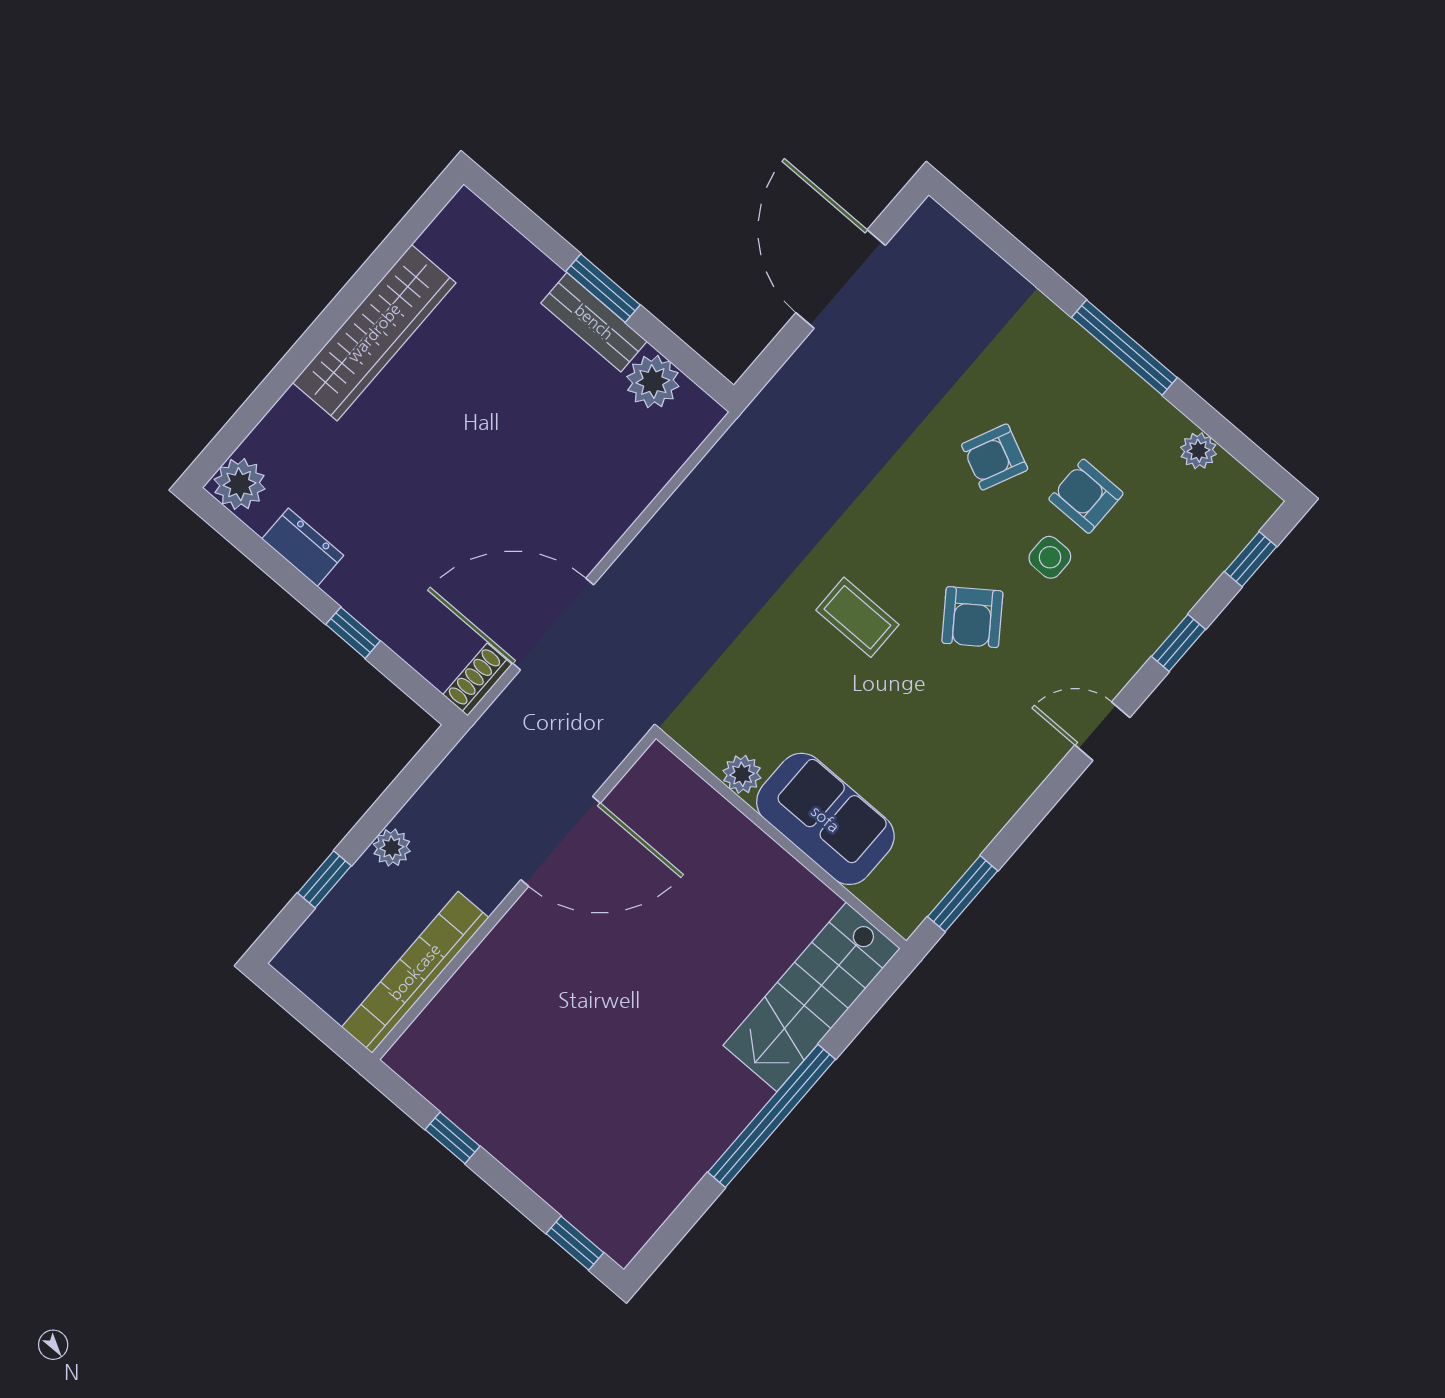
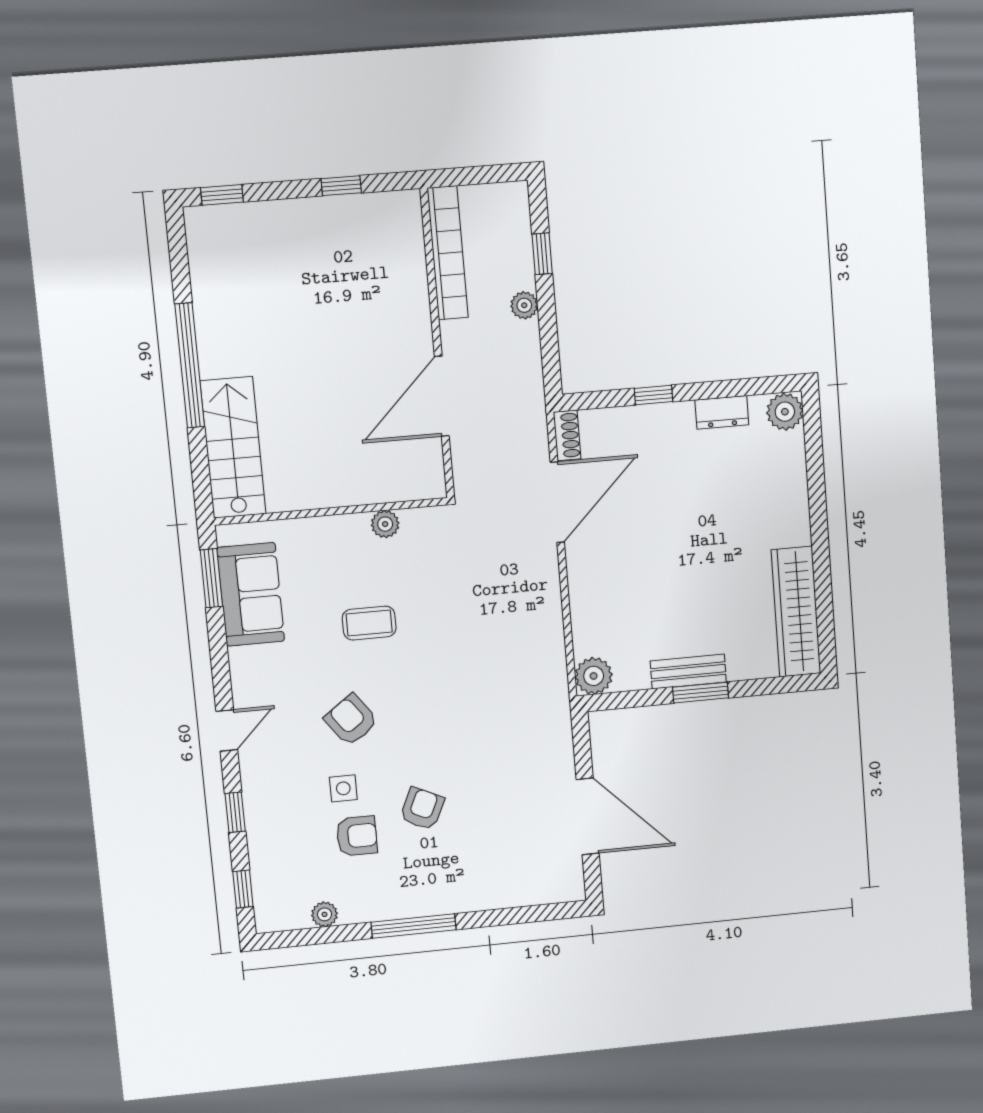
wardrobe: (374, 333) -> (796, 612), moved
plant: (653, 382) -> (594, 676), moved
coffee table: (857, 617) -> (369, 623), moved
sofa: (825, 819) -> (251, 594), moved, turned -90

